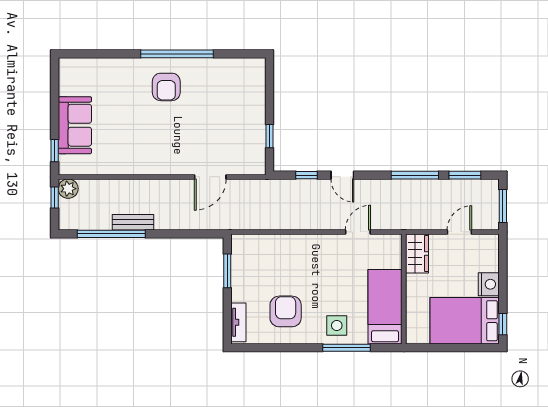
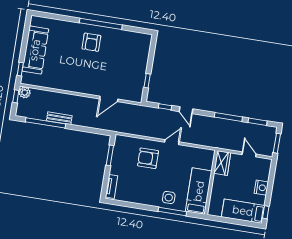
sofa: (75, 125) -> (35, 50), width x1.36
door: (358, 232) -> (172, 142), moved
door: (459, 232) -> (249, 154), hinge flipped
armchair: (286, 311) -> (148, 158), moved, turned -90
bed: (465, 321) -> (243, 211), width x0.67

